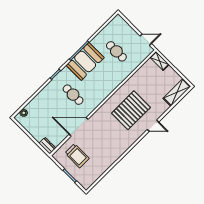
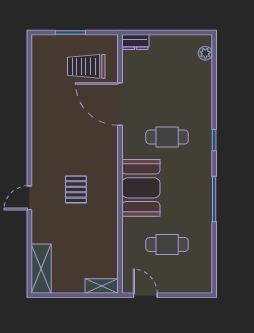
door: (146, 40) -> (145, 295), swing flipped
booth: (85, 61) -> (141, 188), moved
pallet: (131, 110) -> (76, 189), width x0.49, depth x0.50
door: (79, 127) -> (120, 104), swing flipped

